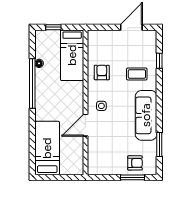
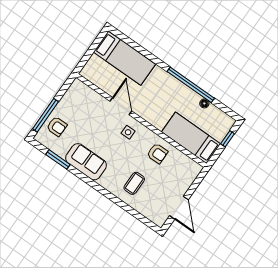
window: (159, 61) -> (132, 212), removed
sofa: (146, 115) -> (86, 162), width x0.73
armchair: (135, 163) -> (57, 126), turned -90
window: (132, 177) -> (46, 115), width x1.44

